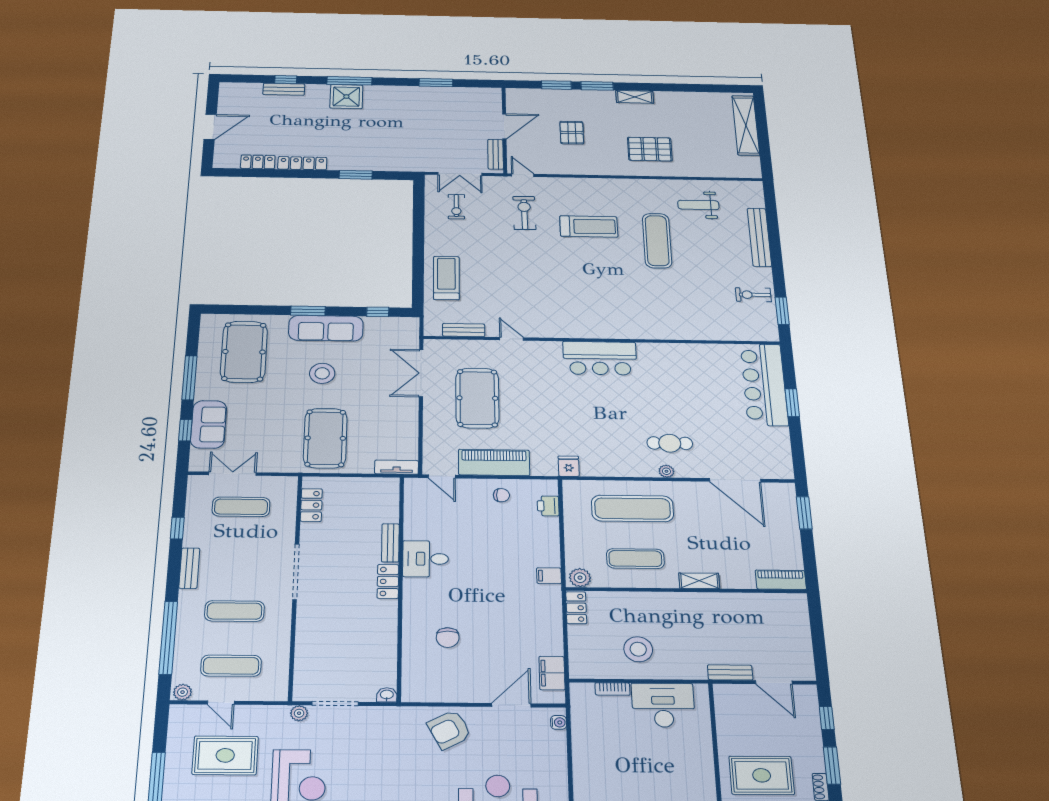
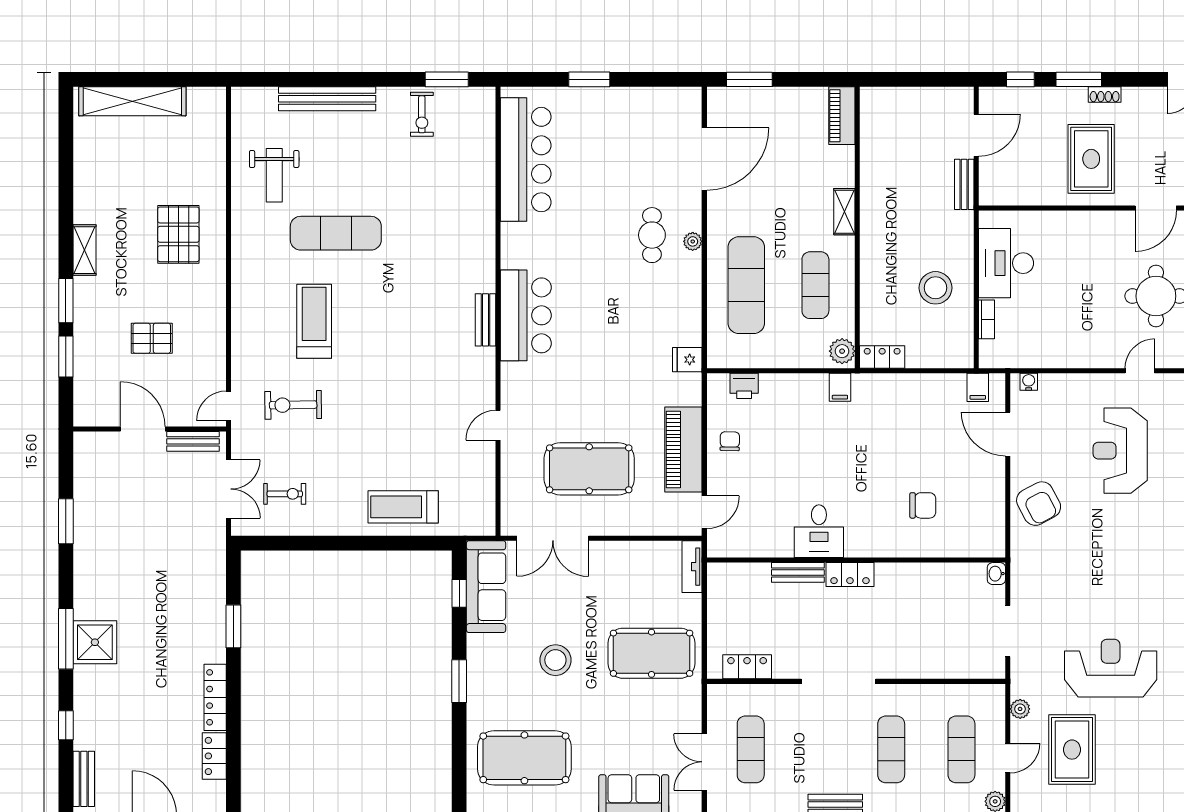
bench: (284, 89) -> (84, 779), moved
sofa: (326, 328) -> (486, 587), moved
bench: (464, 330) -> (486, 320), moved
bar counter: (764, 385) -> (526, 160), moved, turned -90
filing cabinet: (552, 673) -> (978, 387), width x0.50
plant: (299, 713) -> (1020, 709), moved

